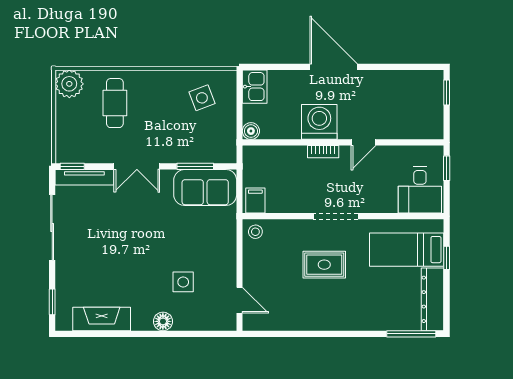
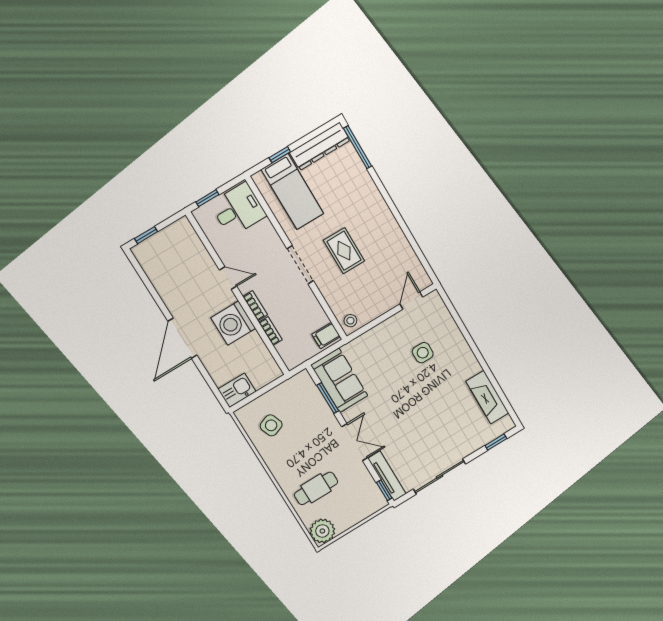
boiler: (251, 131) -> (274, 372), removed
bookcase: (291, 151) -> (270, 331), added
floor lamp: (163, 321) -> (462, 350), removed

